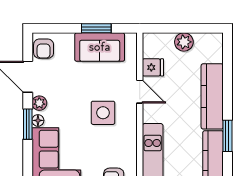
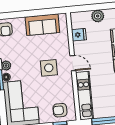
window: (96, 28) -> (39, 13), removed
door: (140, 92) -> (73, 63), moved

